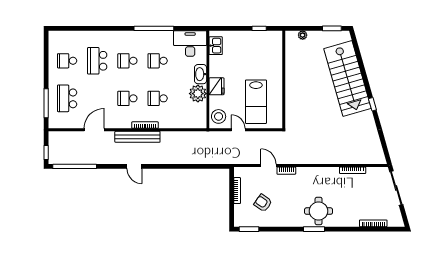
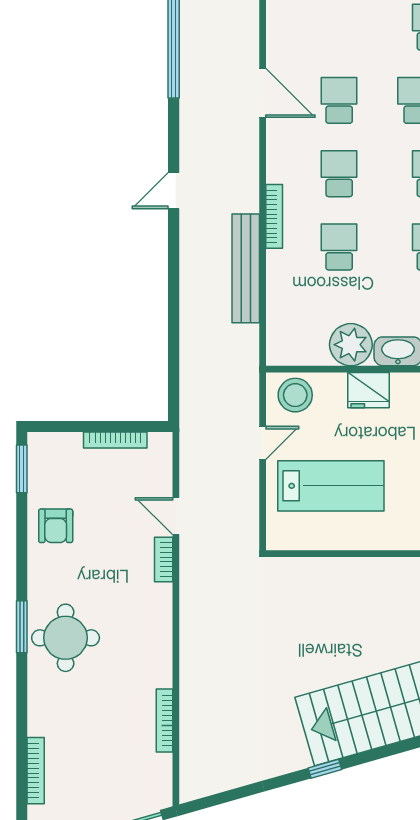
school desk: (67, 98) -> (339, 100), moved, width x0.54
lab bench: (256, 102) -> (331, 486), turned 180
bench: (137, 137) -> (246, 268), moved
door: (268, 166) -> (176, 516), swing flipped
armchair: (263, 203) -> (56, 526), moved, turned 145

